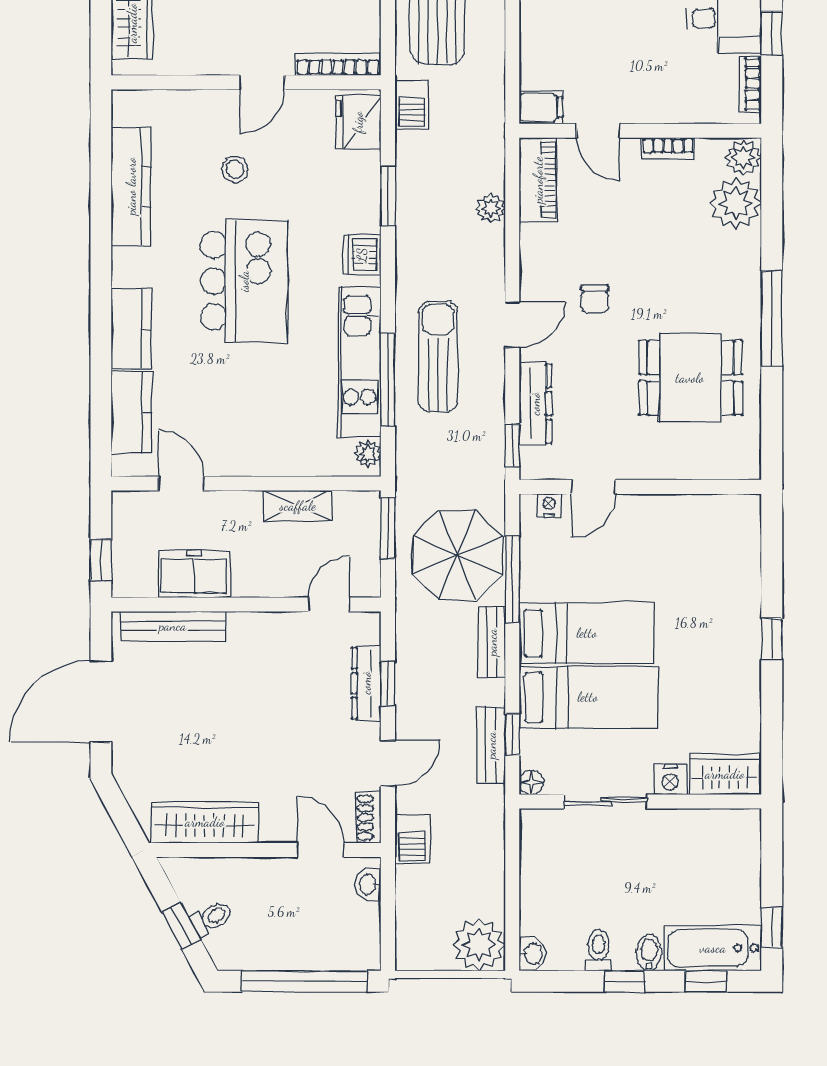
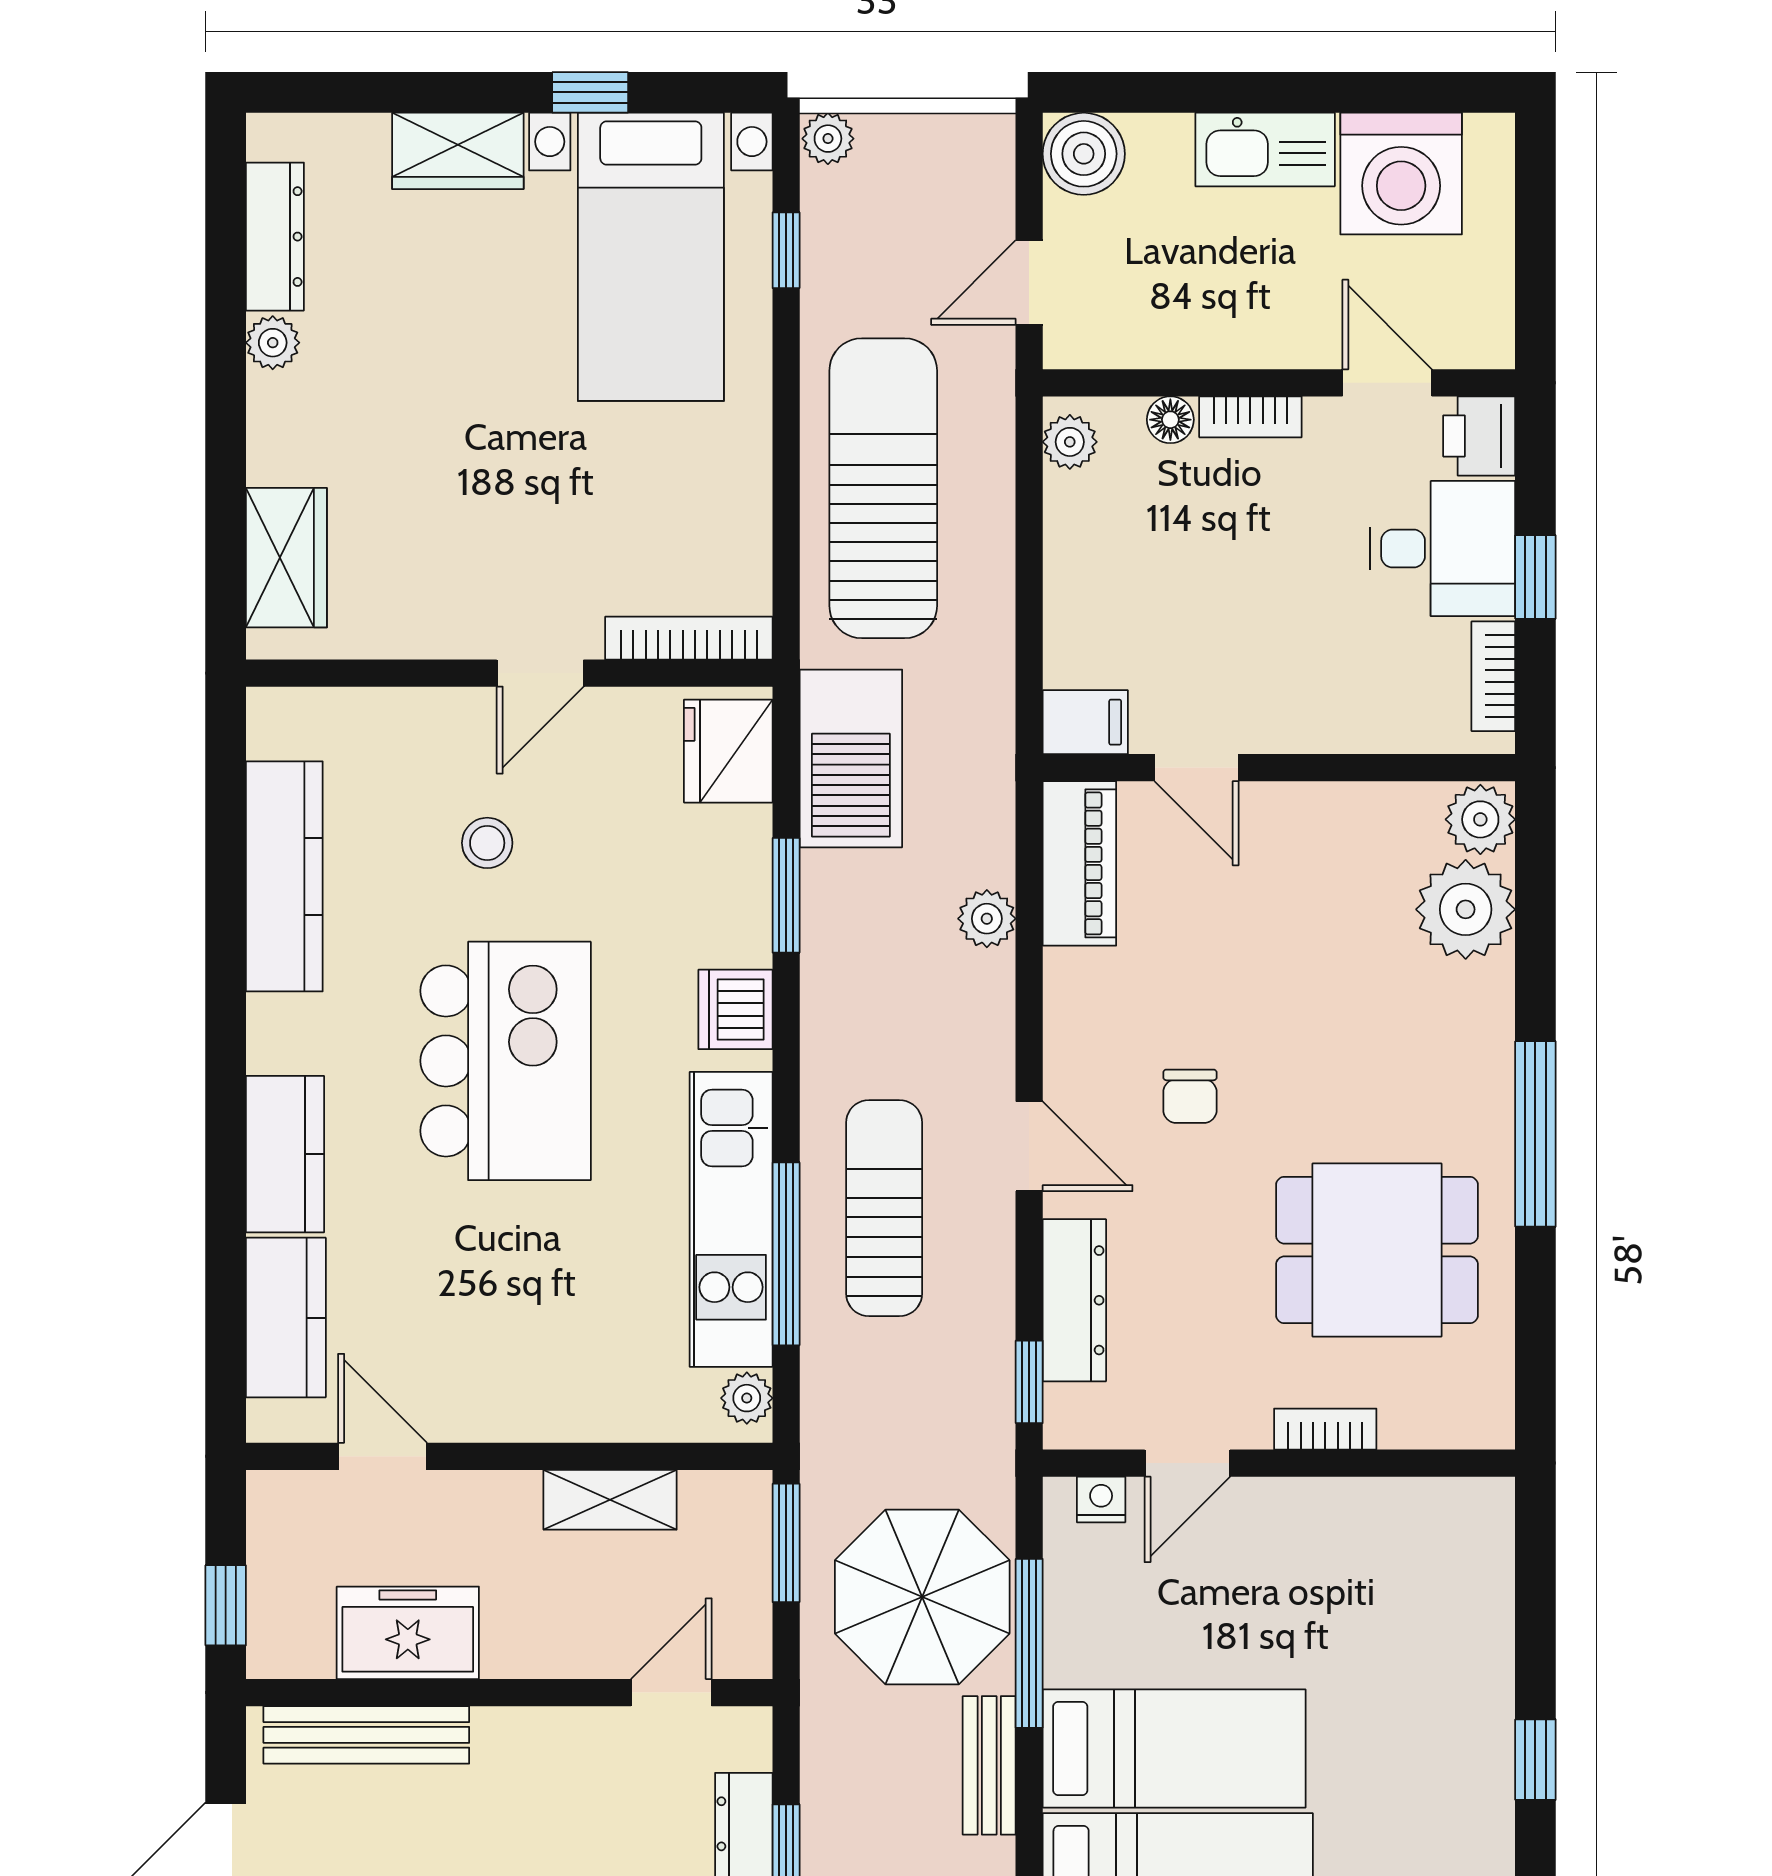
barbecue: (412, 105) -> (851, 758), width x1.88, depth x1.53
bookcase: (668, 148) -> (1325, 1429), moved, turned 180
door: (512, 325) -> (1029, 1146), hinge flipped

